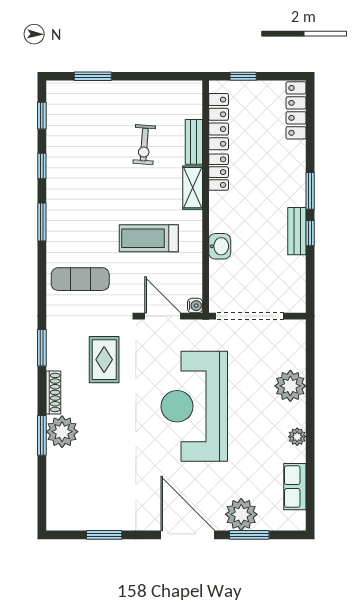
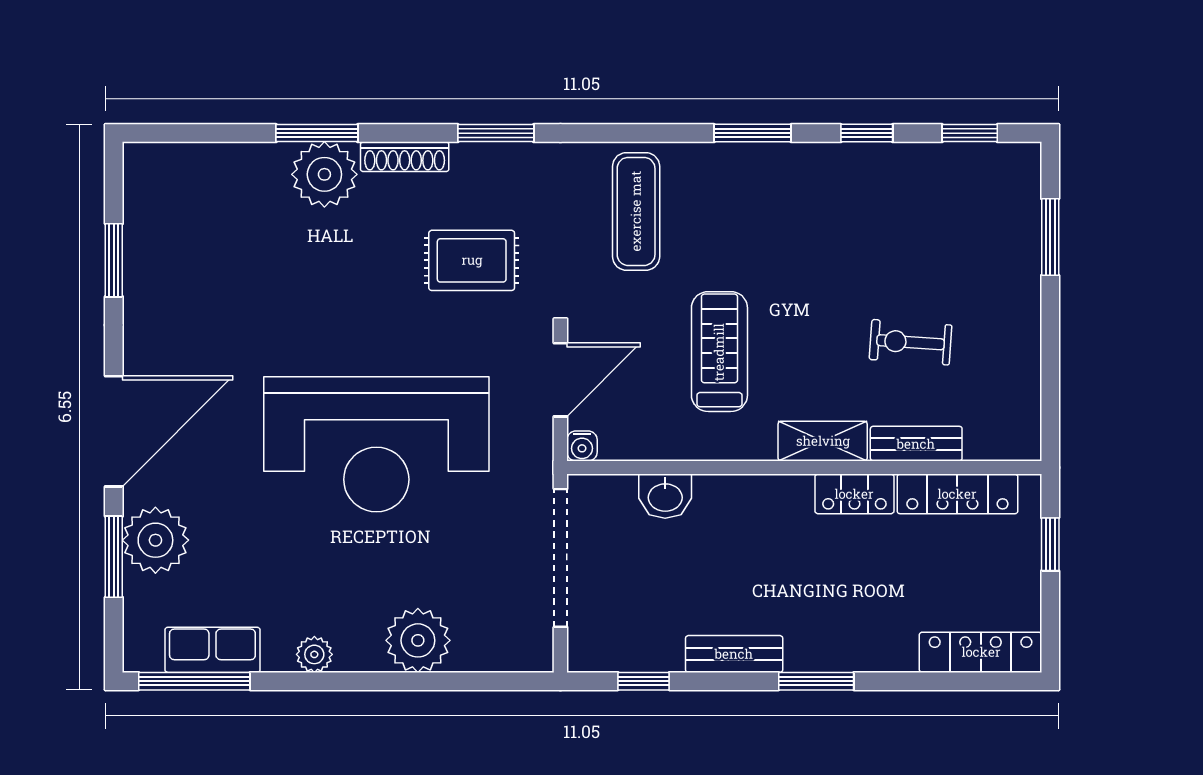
window: (310, 233) -> (644, 681), moved
washbasin: (220, 246) -> (665, 496), moved
reception desk: (194, 406) -> (376, 444), turned 180
window: (310, 495) -> (194, 681), added

